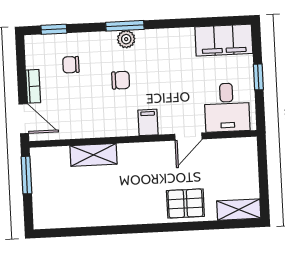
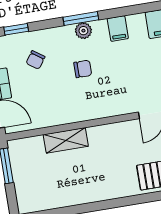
chair: (71, 65) -> (35, 60), turned -55
filing cabinet: (148, 122) -> (118, 29), moved, turned 180

